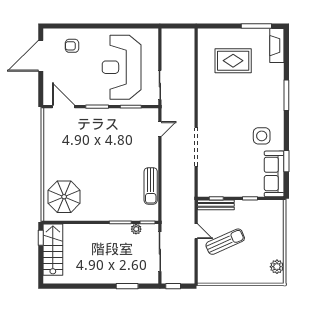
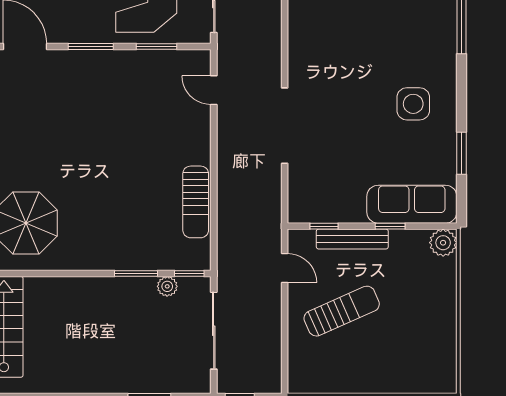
door: (160, 129) -> (214, 90), swing flipped
sofa: (274, 174) -> (412, 204), moved, turned 90
bench: (216, 205) -> (352, 239), moved
door: (196, 231) -> (285, 268), moved
plant: (277, 267) -> (443, 243), moved

